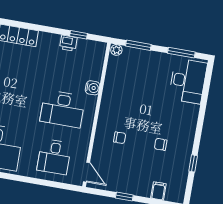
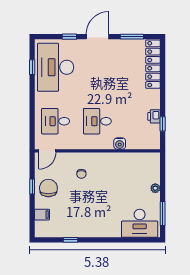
window: (138, 45) -> (163, 176), removed
plant: (116, 50) -> (155, 188), moved
desk: (63, 109) -> (97, 121), width x0.73
chair: (161, 144) -> (48, 188), moved, width x1.87, depth x1.87

